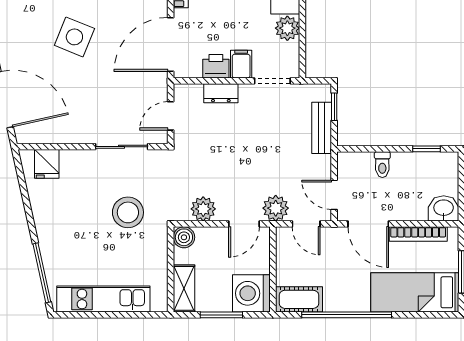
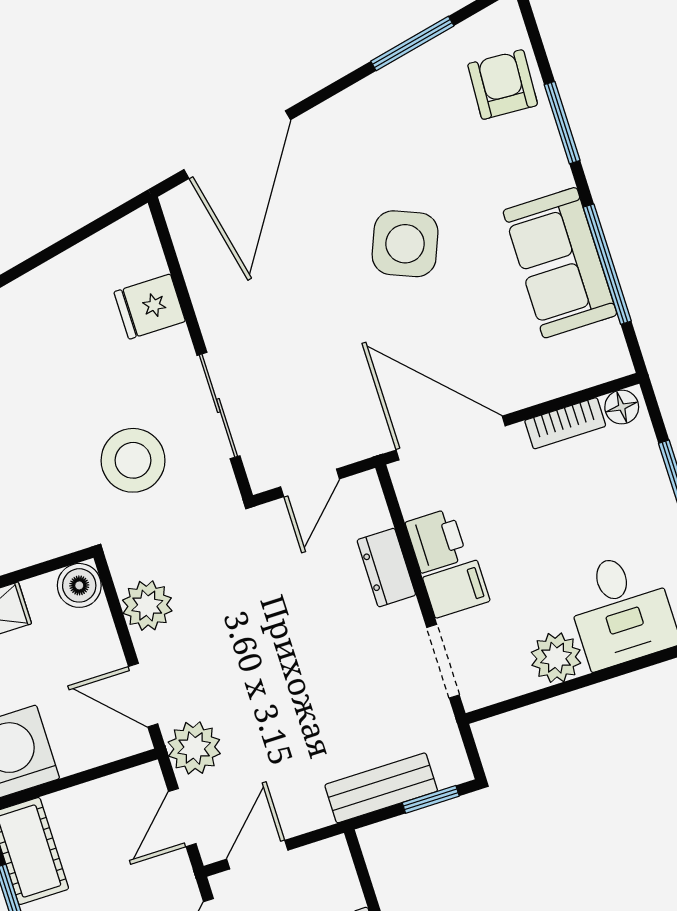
door: (171, 116) -> (310, 483), swing flipped
fridge: (47, 164) -> (150, 307), moved
stool: (128, 212) -> (133, 460), moved

